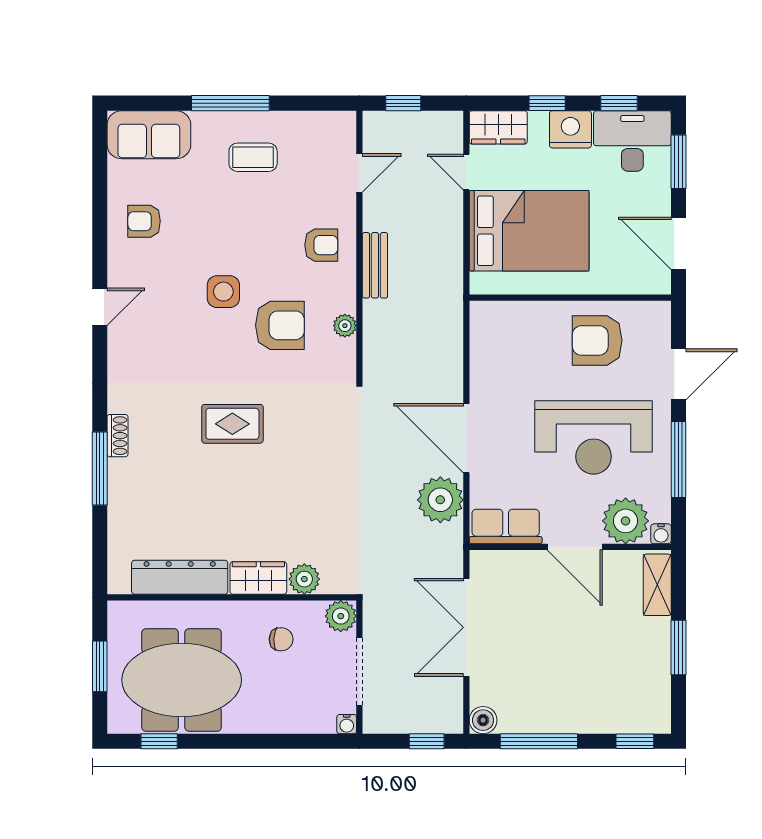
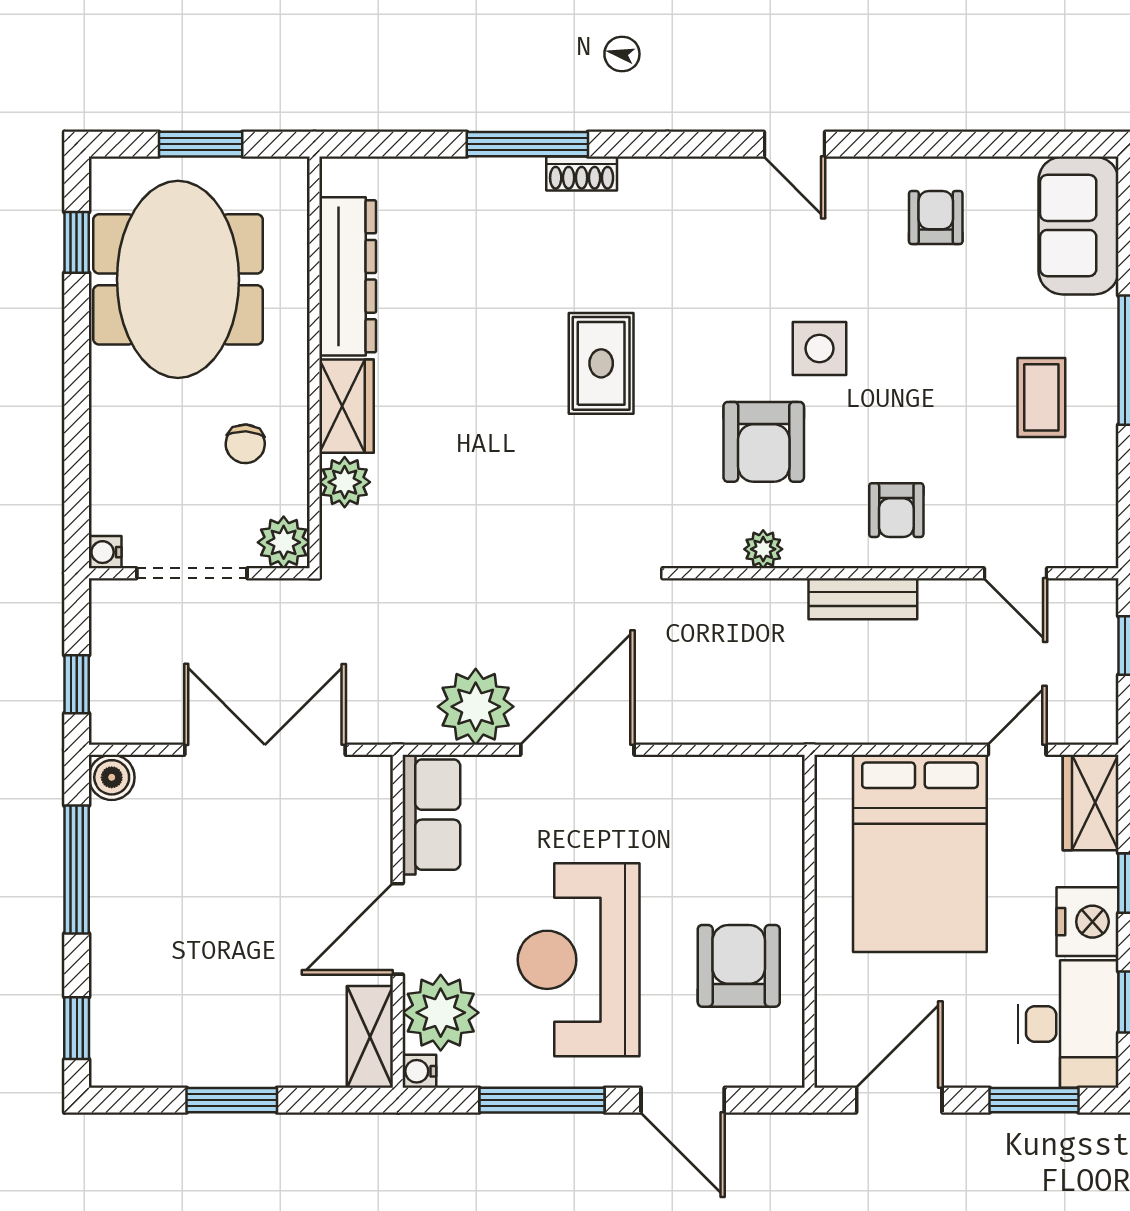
shelving: (657, 585) -> (370, 1037), moved, turned 90

